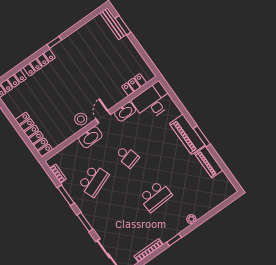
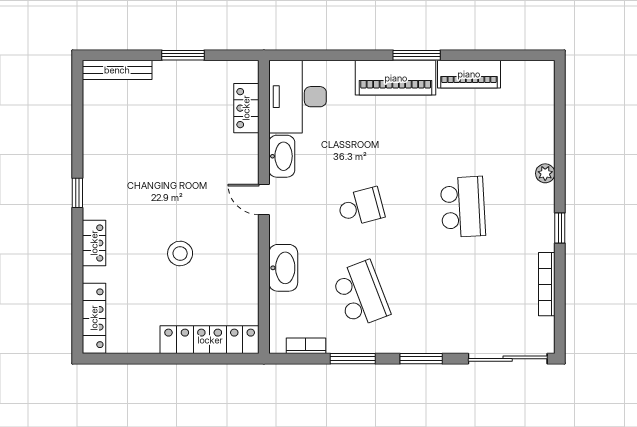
window: (123, 25) -> (183, 55), moved
locker: (39, 63) -> (94, 243), width x0.66
stool: (81, 119) -> (180, 253), moved
washbasin: (90, 137) -> (283, 268), moved

